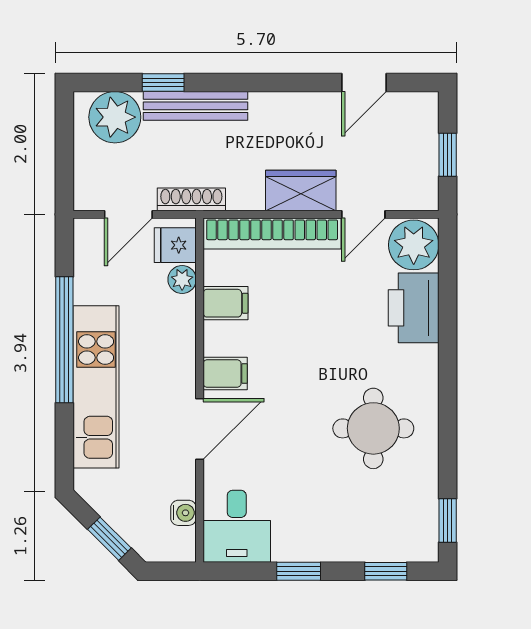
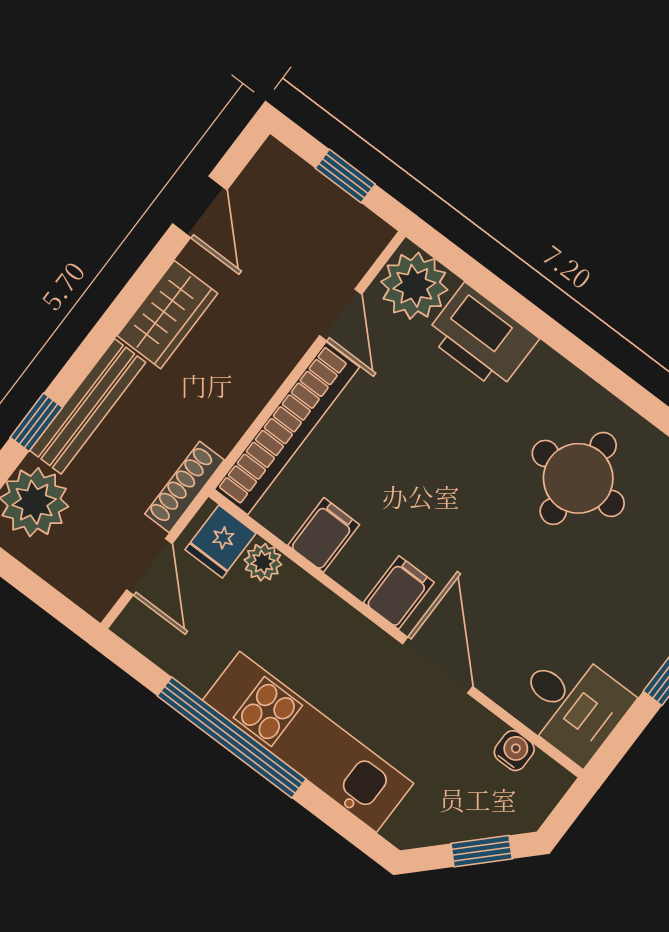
wardrobe: (301, 190) -> (167, 315), moved, turned 180

